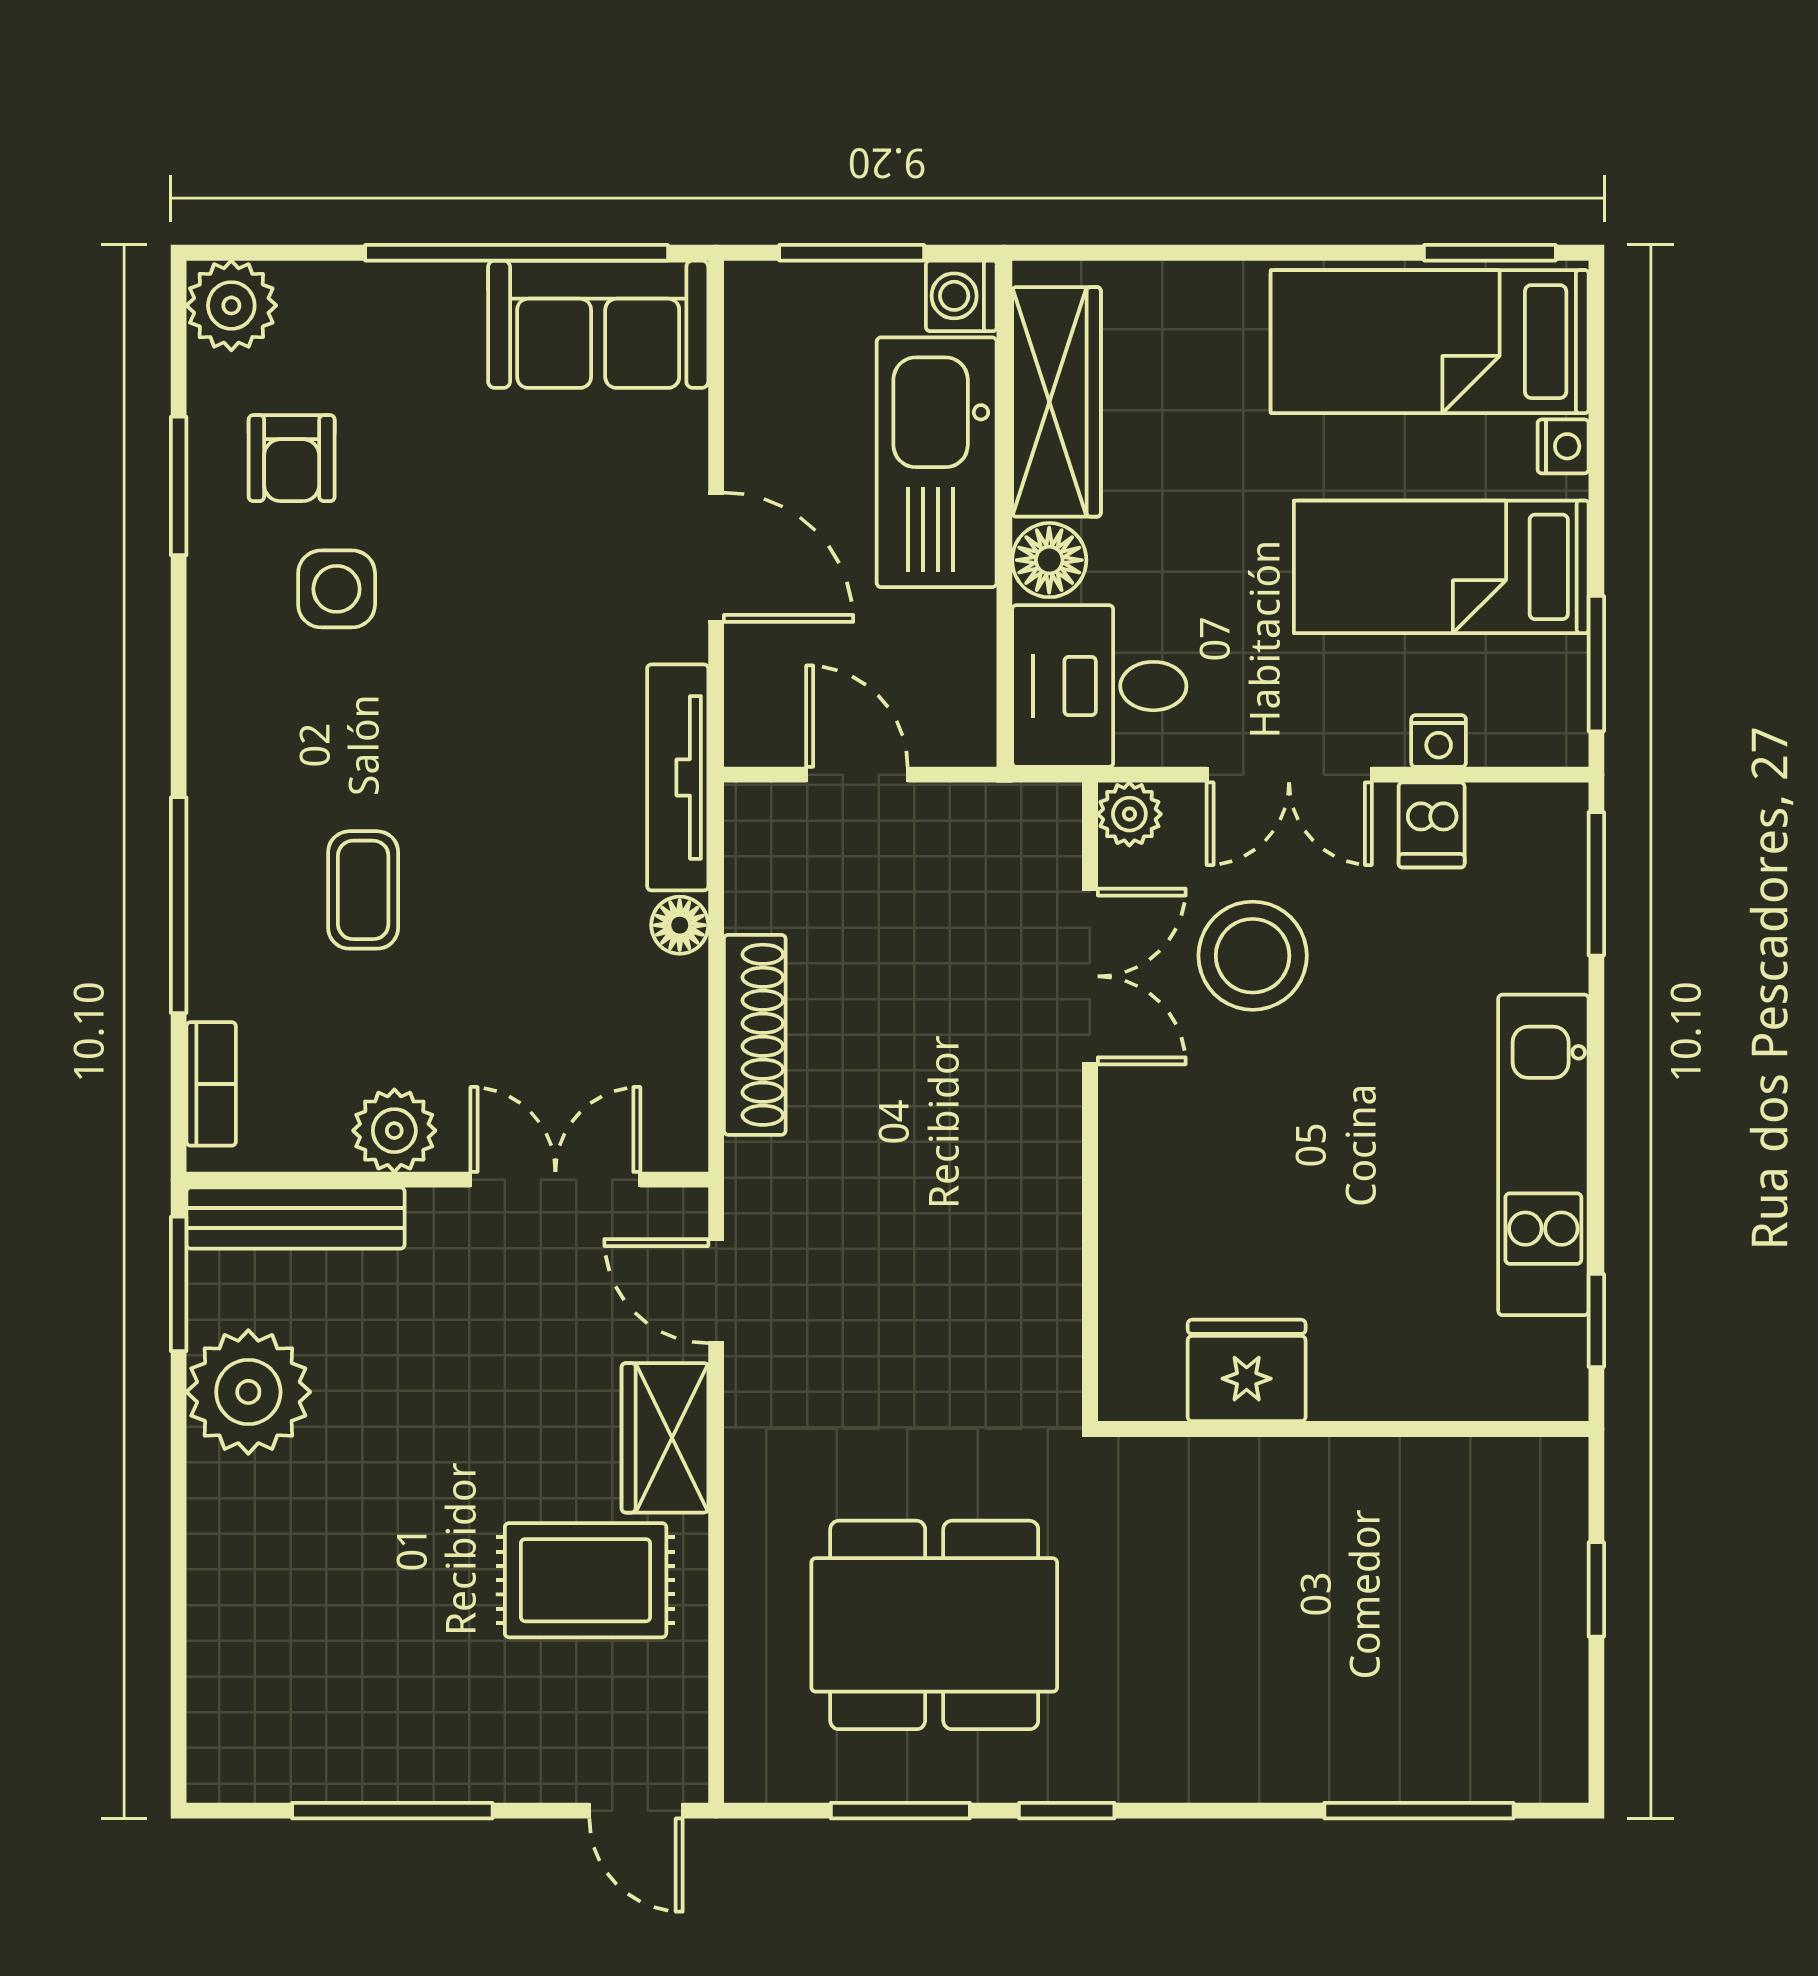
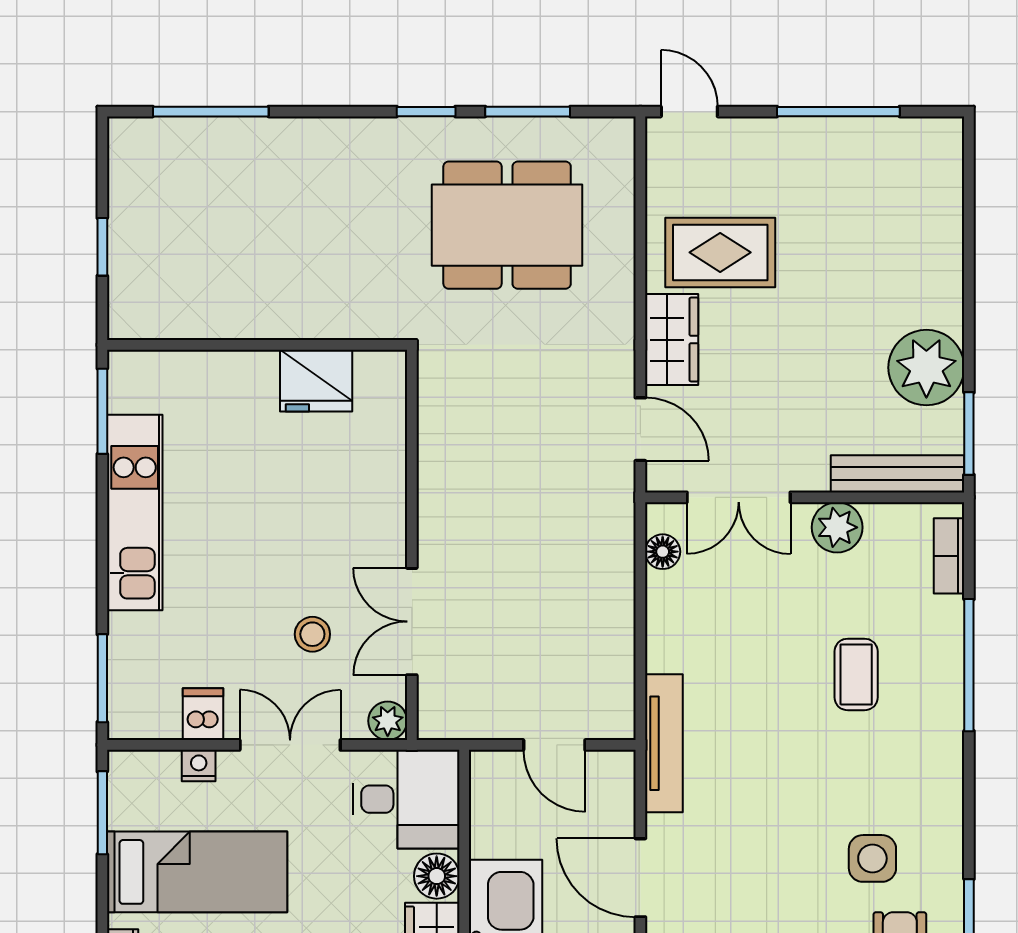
floor lamp: (680, 925) -> (663, 552), moved
stool: (1253, 956) -> (312, 634), width x0.53, depth x0.53
shoe rack: (755, 1035) -> (617, 586), removed
window: (1596, 1320) -> (102, 411), width x1.50

